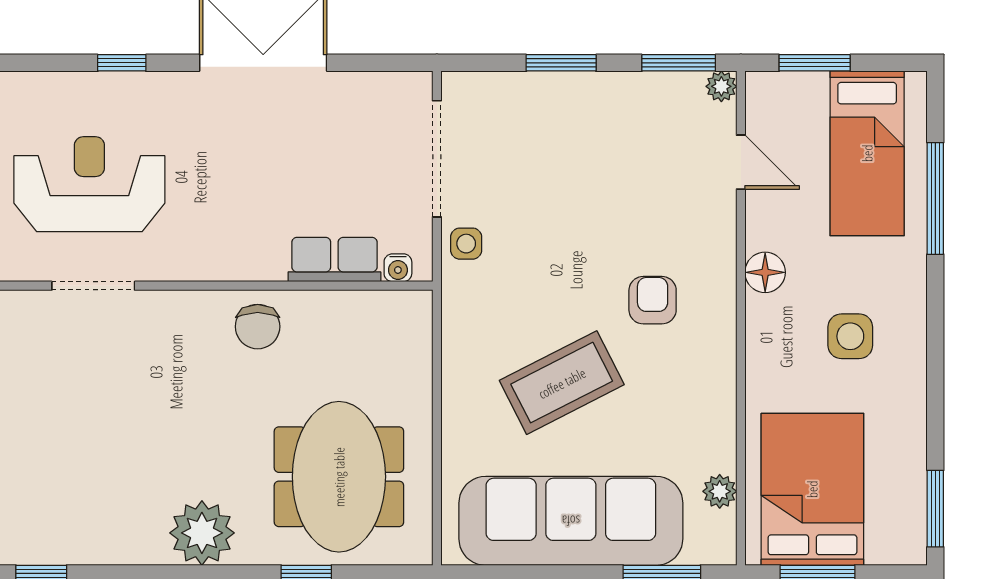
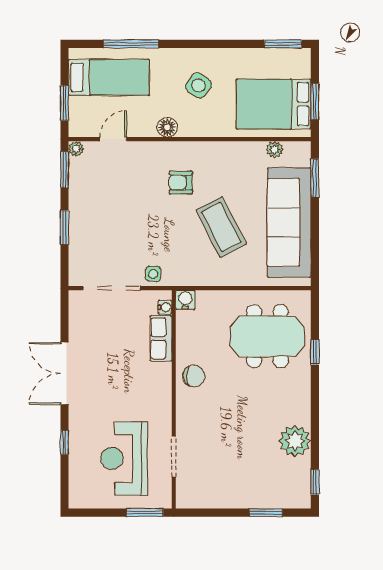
water cooler: (413, 309) -> (185, 300), added
side table: (850, 336) -> (199, 86), turned 34
plant: (202, 533) -> (295, 441), moved

